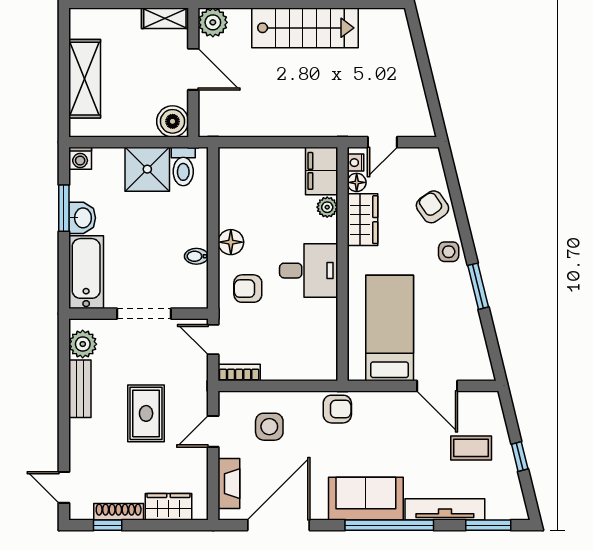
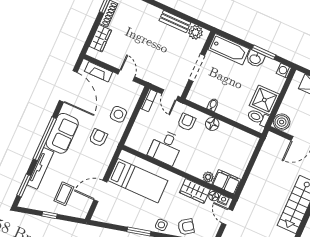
desk: (309, 271) -> (166, 147), moved
door: (213, 340) -> (170, 95), swing flipped
armchair: (337, 409) -> (98, 138), moved, turned 180
rug: (146, 413) -> (149, 47), removed
side table: (269, 427) -> (118, 114), moved

